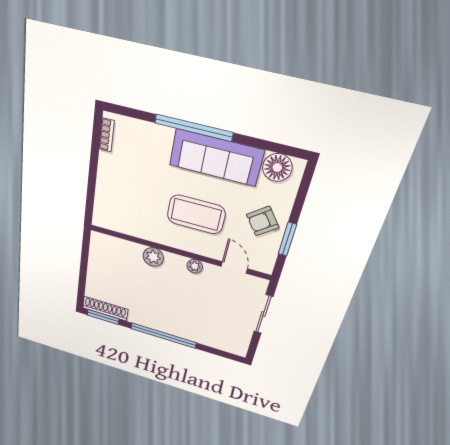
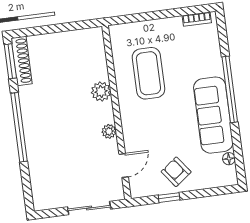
floor lamp: (277, 167) -> (229, 159), width x0.53, depth x0.53
coffee table: (196, 214) -> (148, 73), moved
window: (287, 239) -> (169, 198), width x0.67

